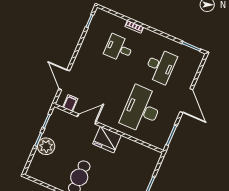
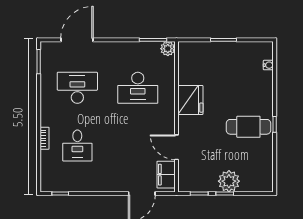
door: (186, 101) -> (77, 40), moved
filing cabinet: (70, 103) -> (166, 175), width x2.00
desk: (142, 110) -> (138, 88), width x0.73, depth x0.77
fridge: (107, 140) -> (190, 100), moved
plant: (161, 143) -> (168, 49), added

